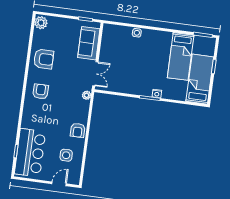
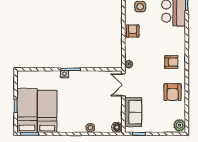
floor lamp: (108, 29) -> (117, 127), added
armchair: (44, 59) -> (173, 92), turned -90
bed: (200, 79) -> (27, 110), moved, turned 180
armchair: (41, 91) -> (171, 62), turned -90

